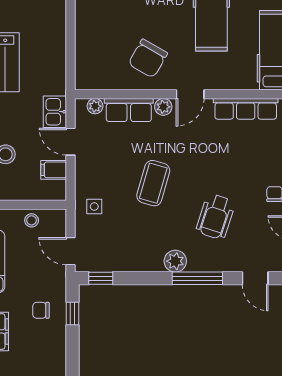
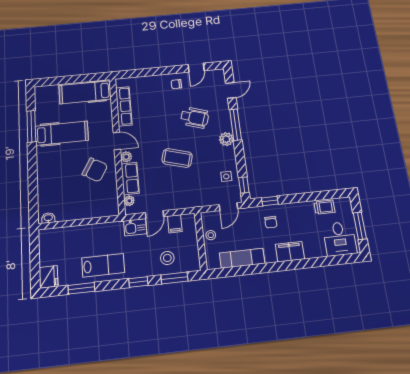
side table: (94, 207) -> (226, 176), moved

